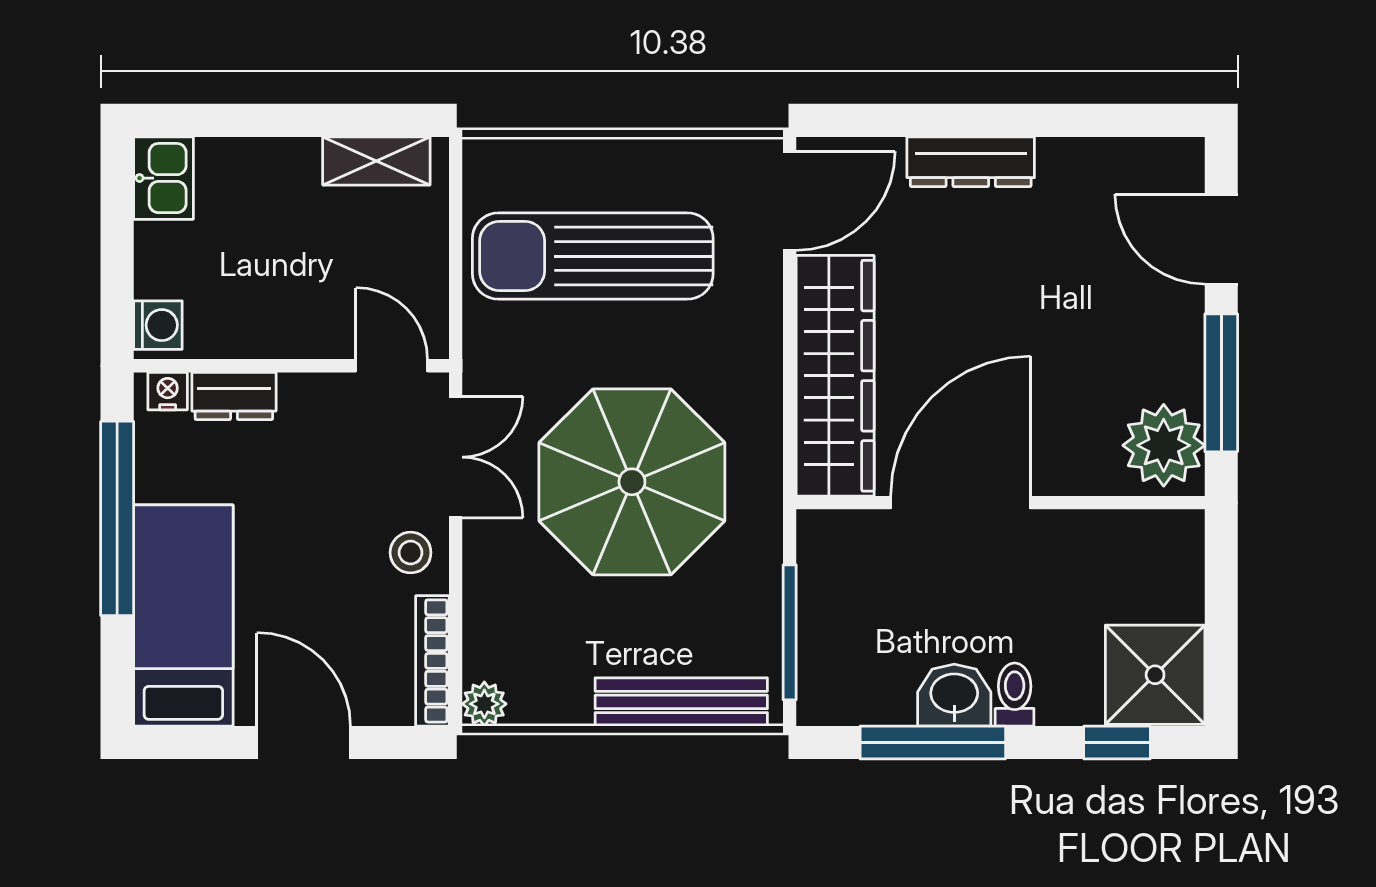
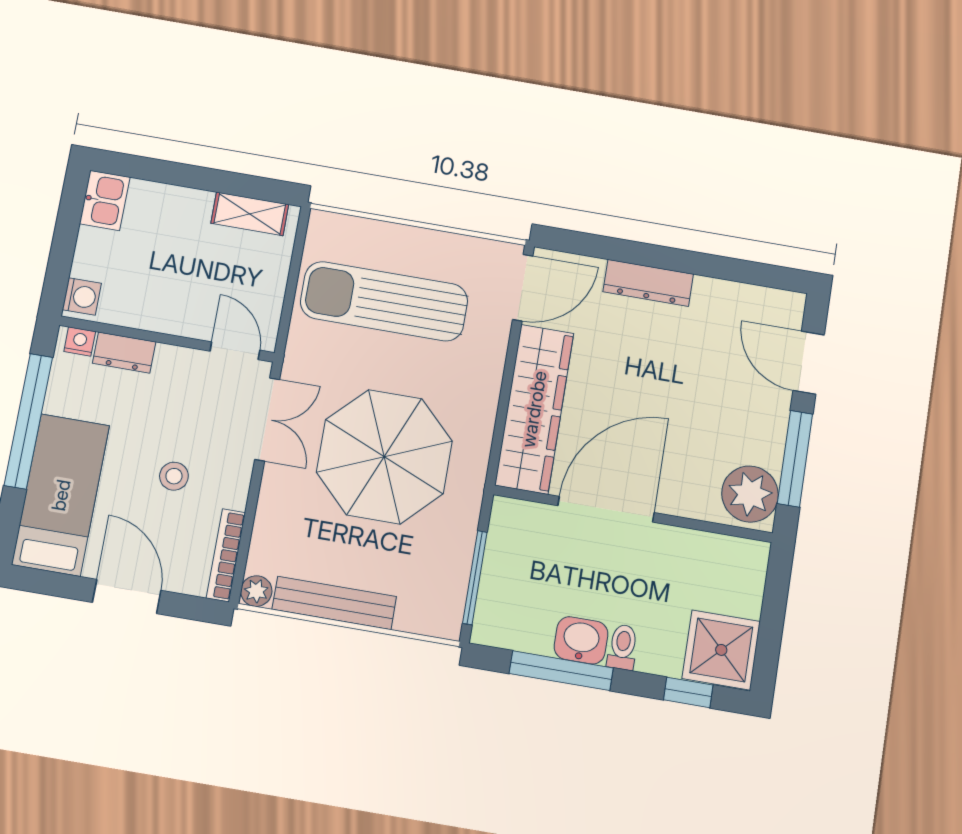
stool: (411, 553) -> (174, 476), moved
bench: (681, 702) -> (334, 603), moved

